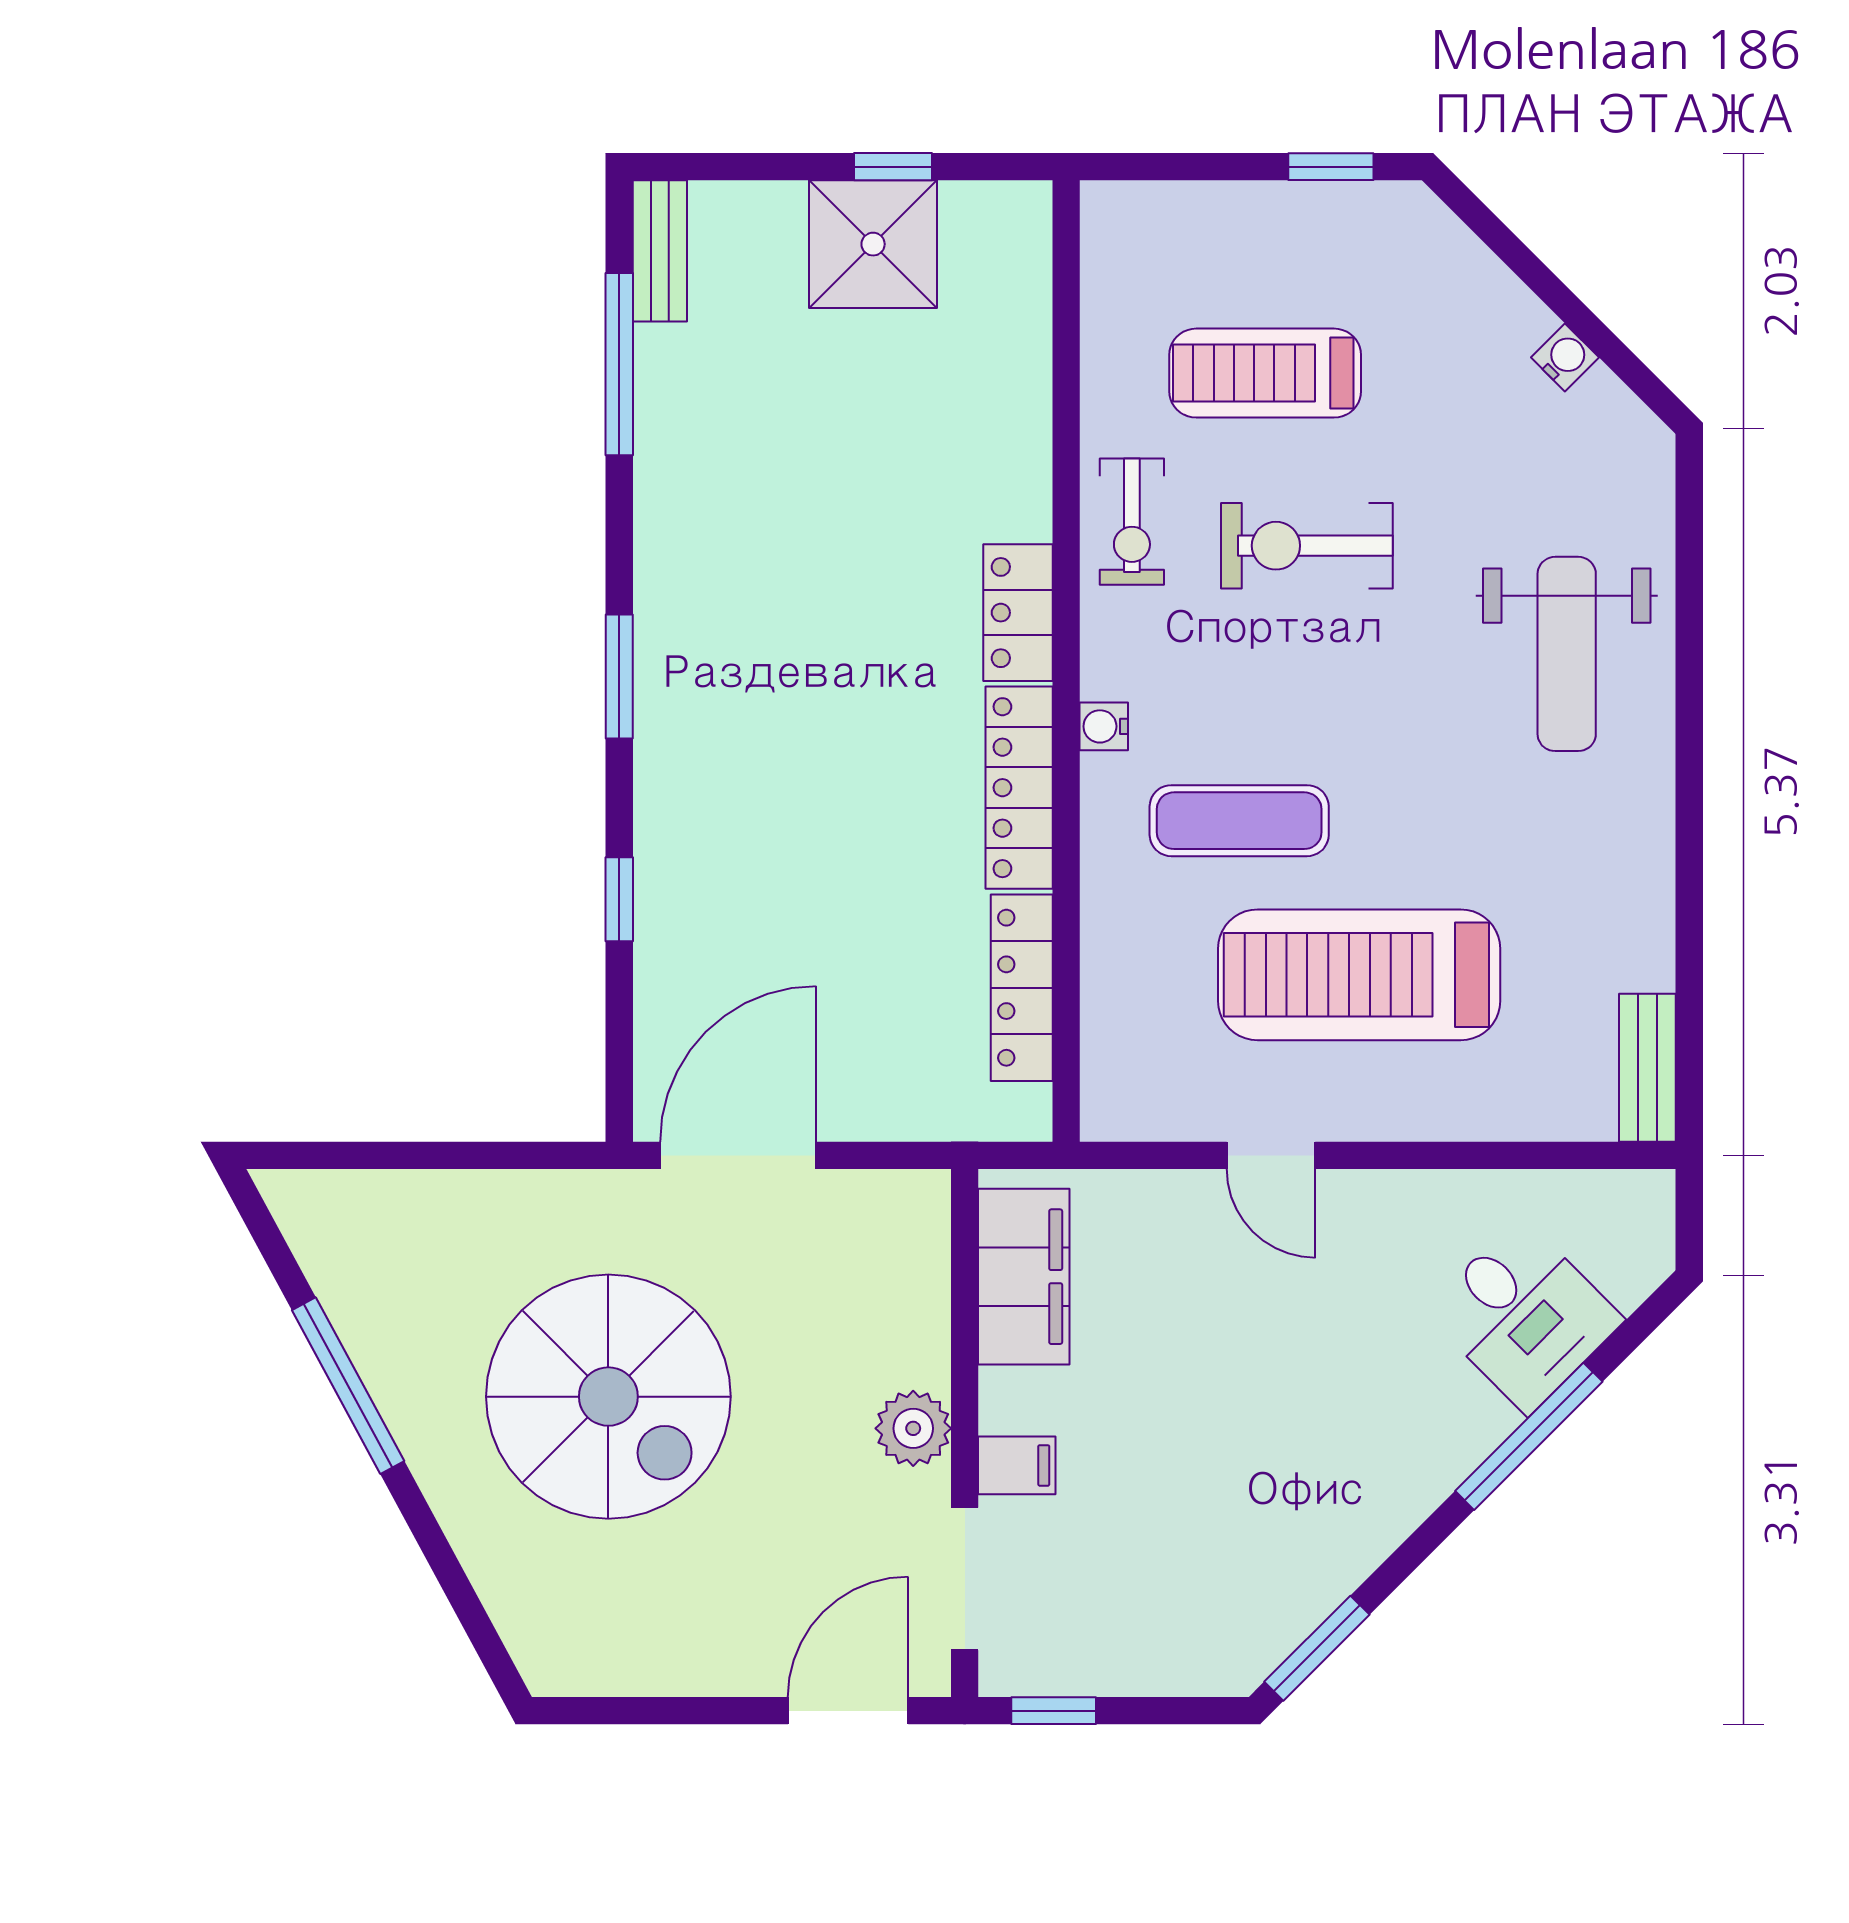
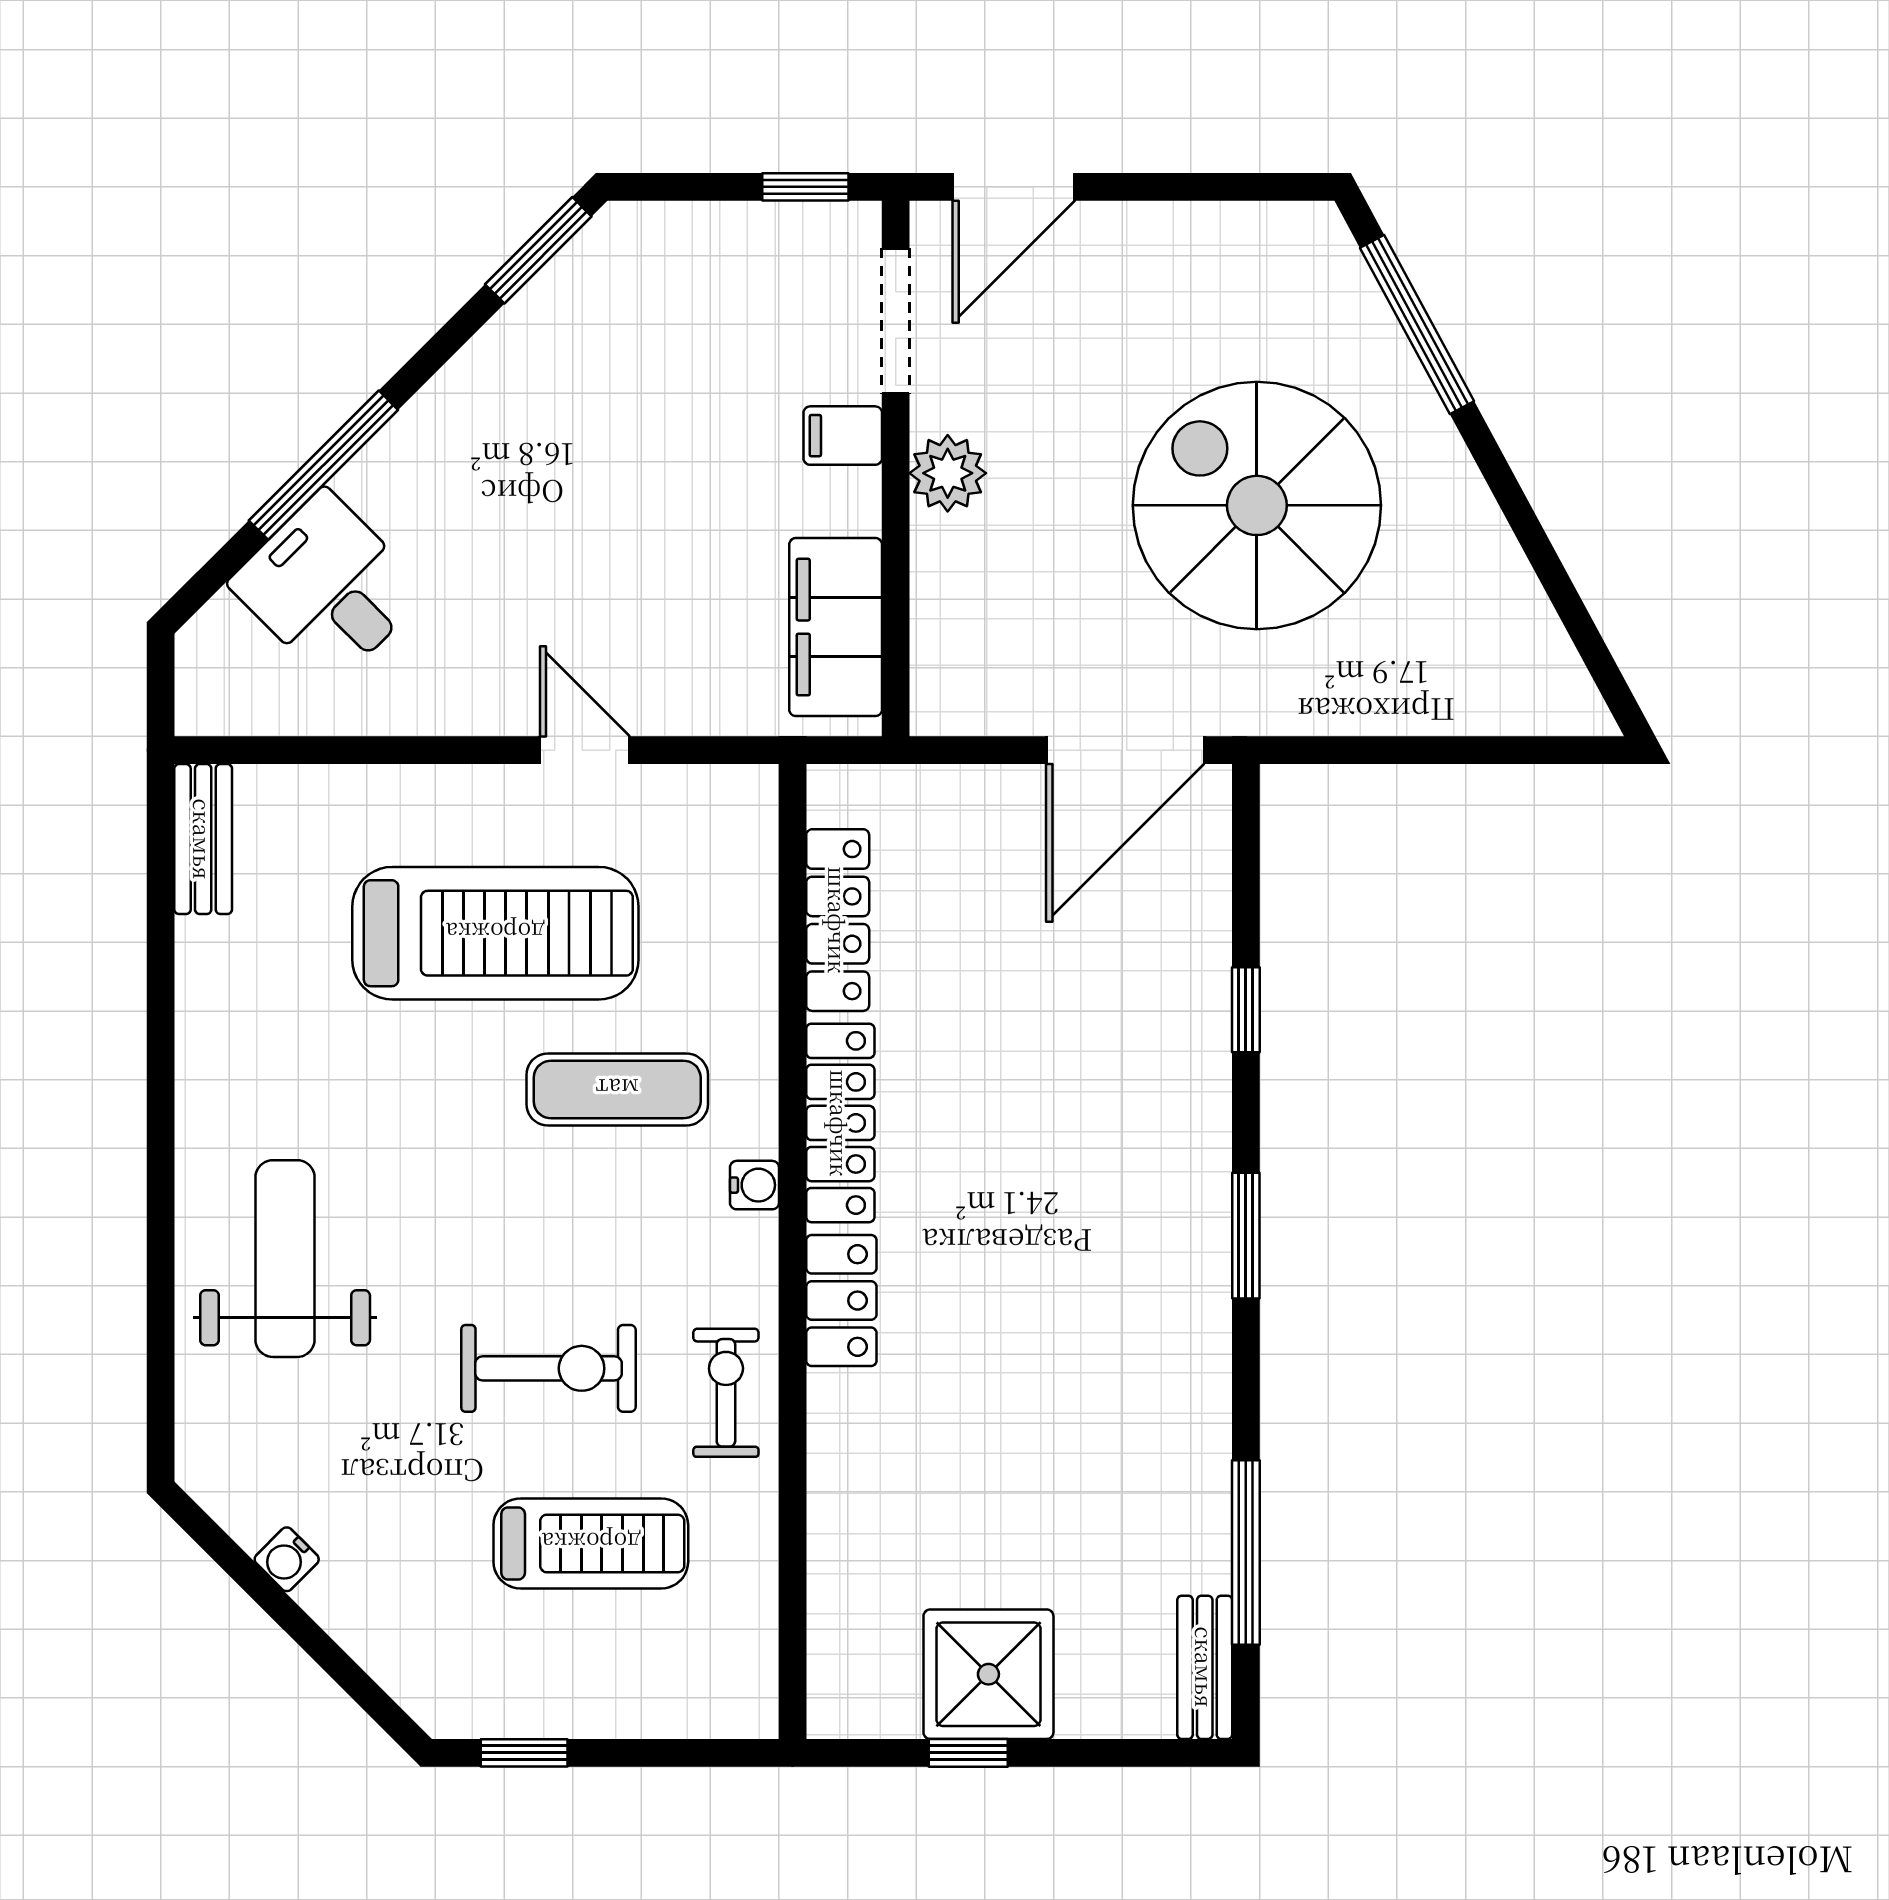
window: (348, 1386) -> (1417, 324), moved

